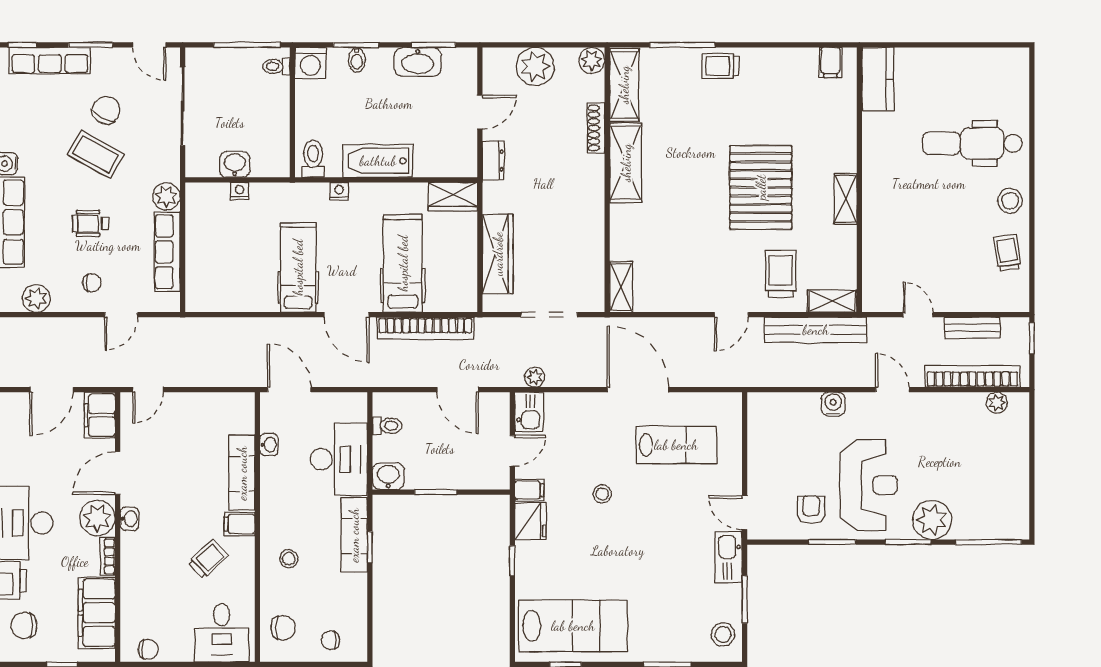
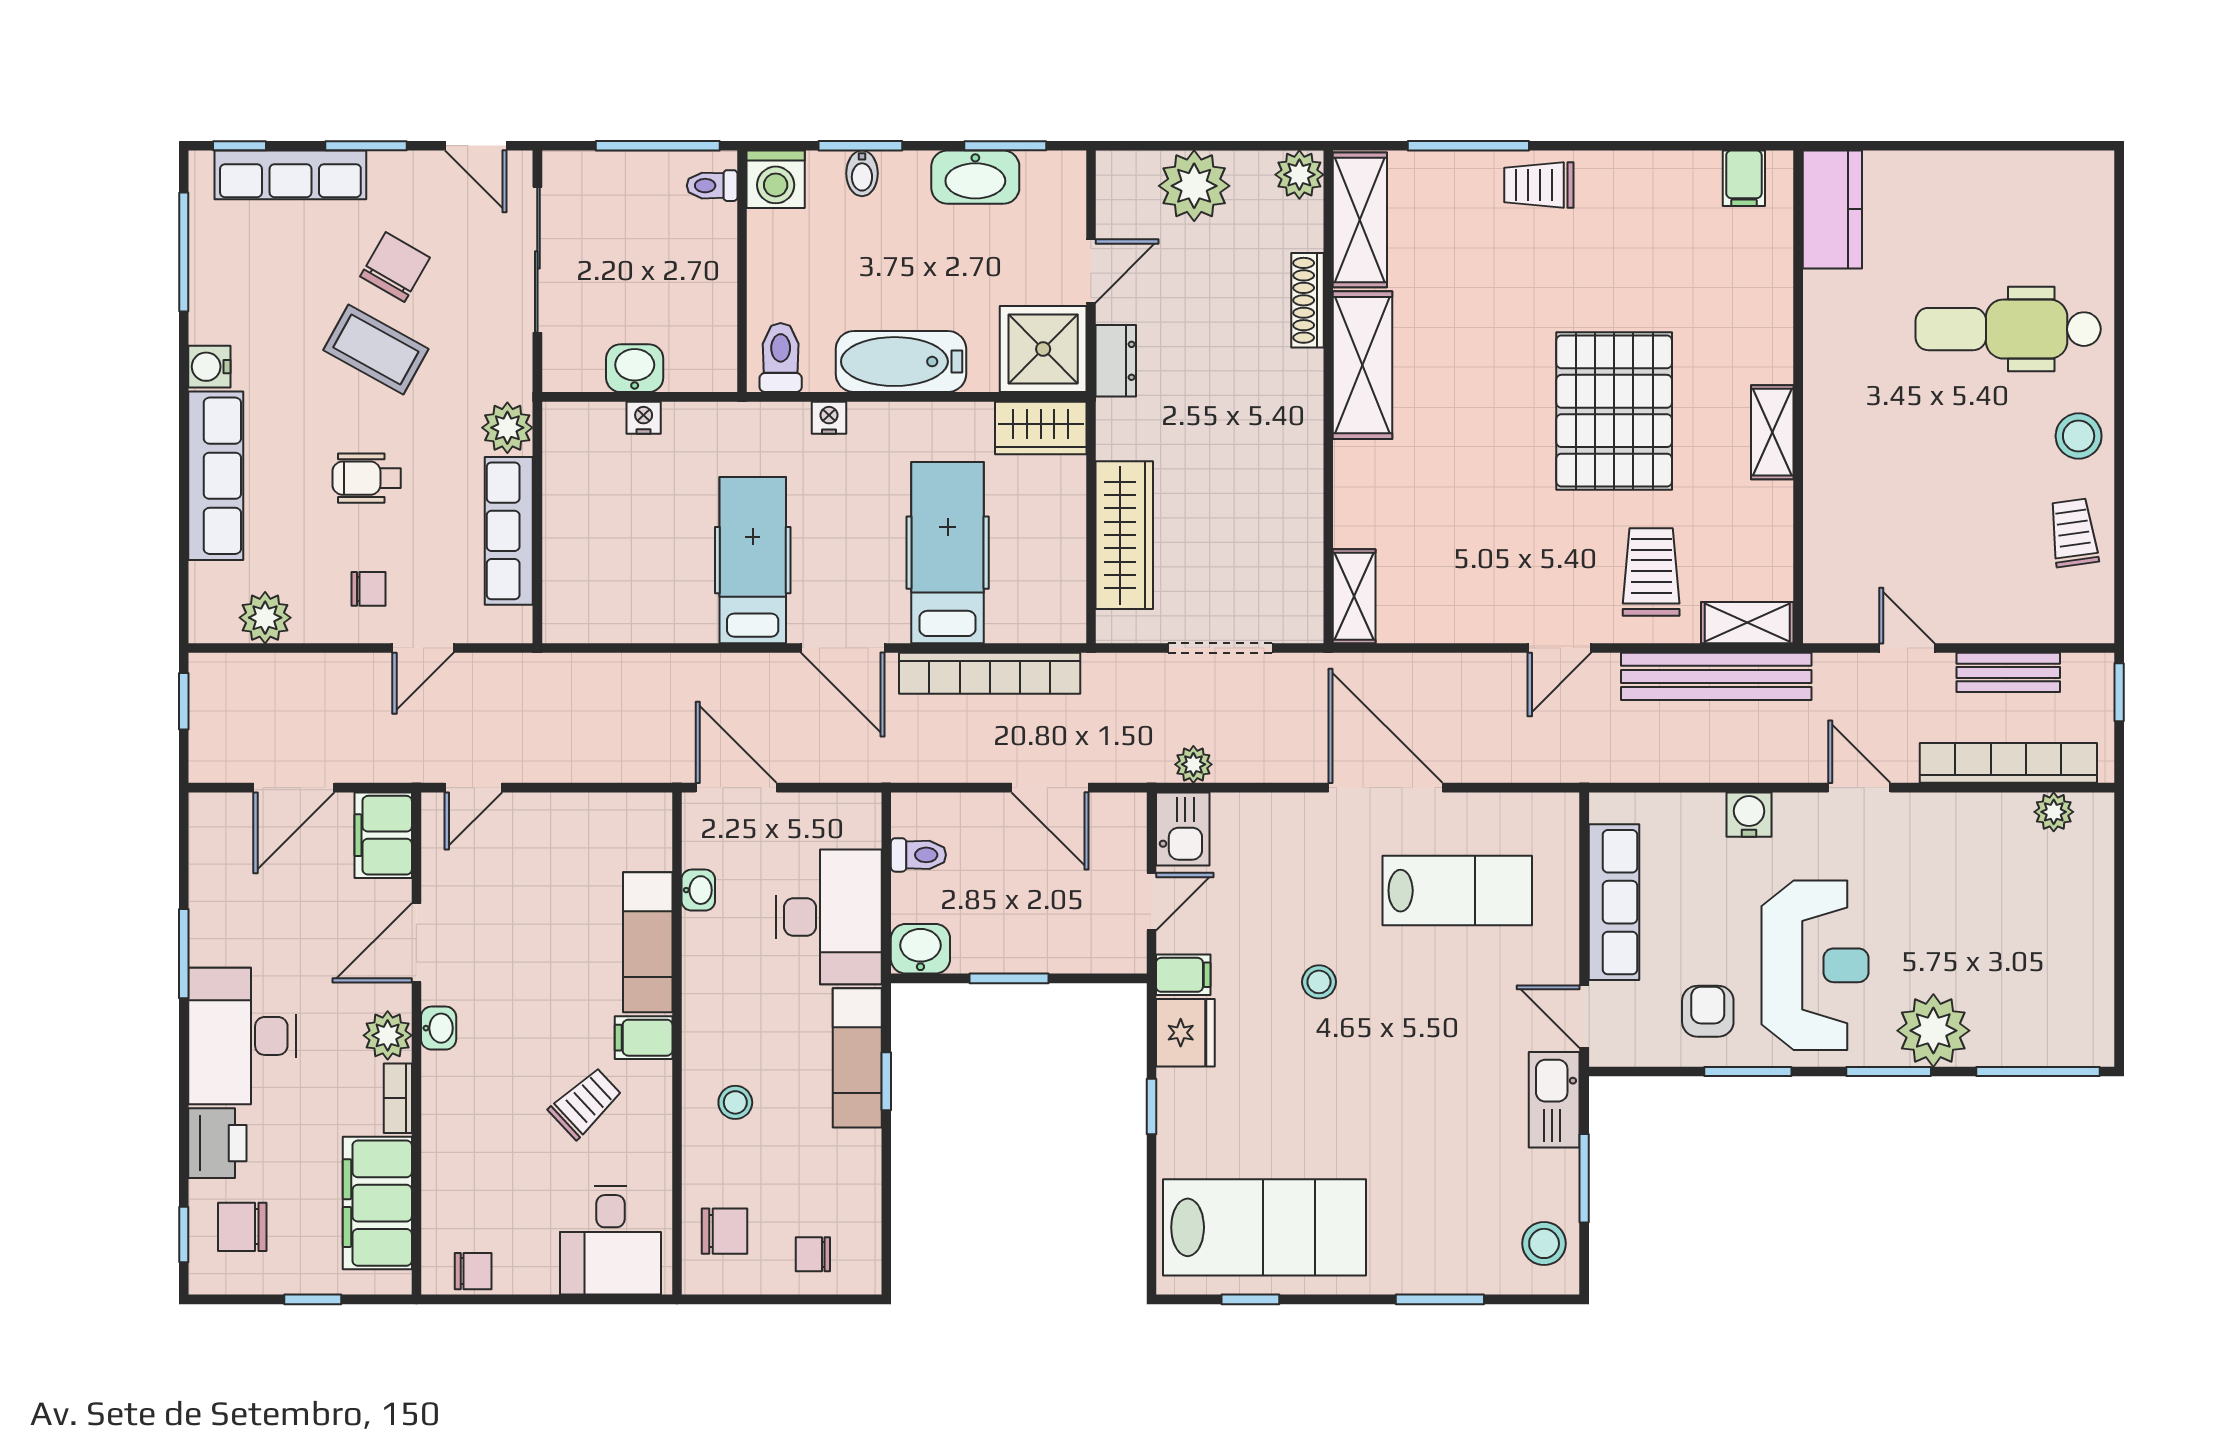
shower: (454, 154) -> (1043, 349), added
row of seats: (761, 451) -> (1614, 902), added
plant: (97, 518) -> (388, 1035), width x0.73, depth x0.73

